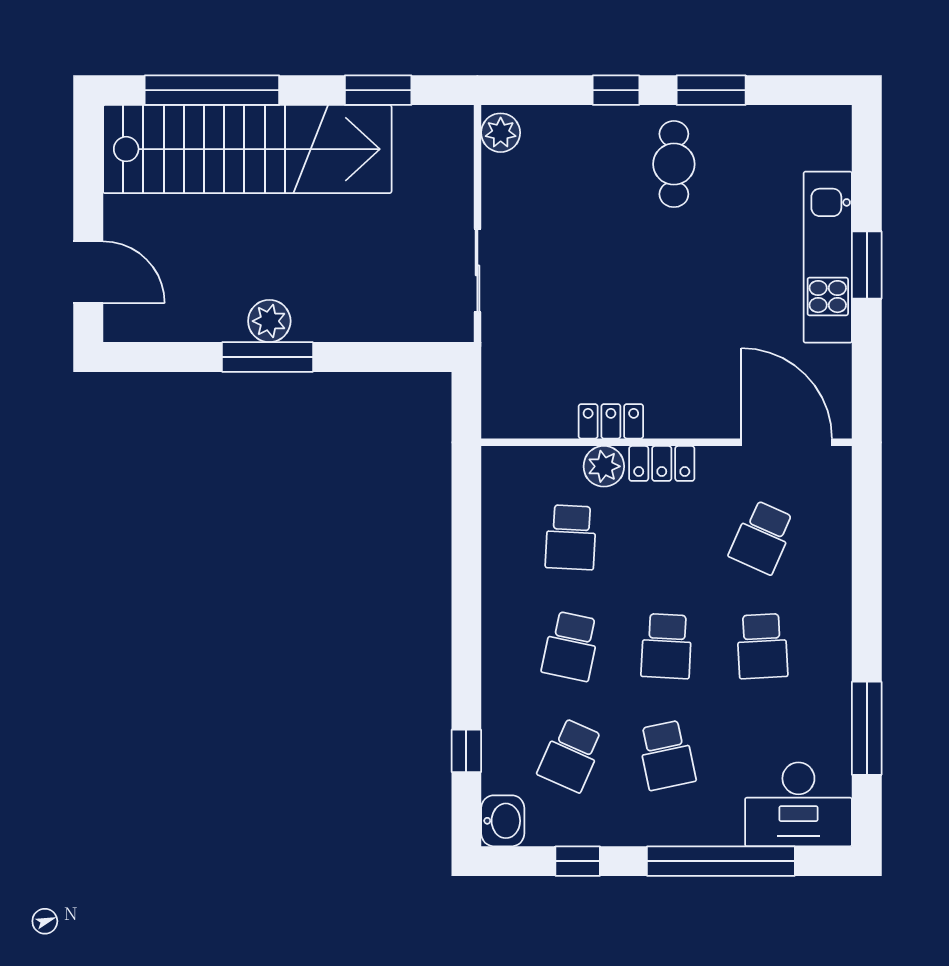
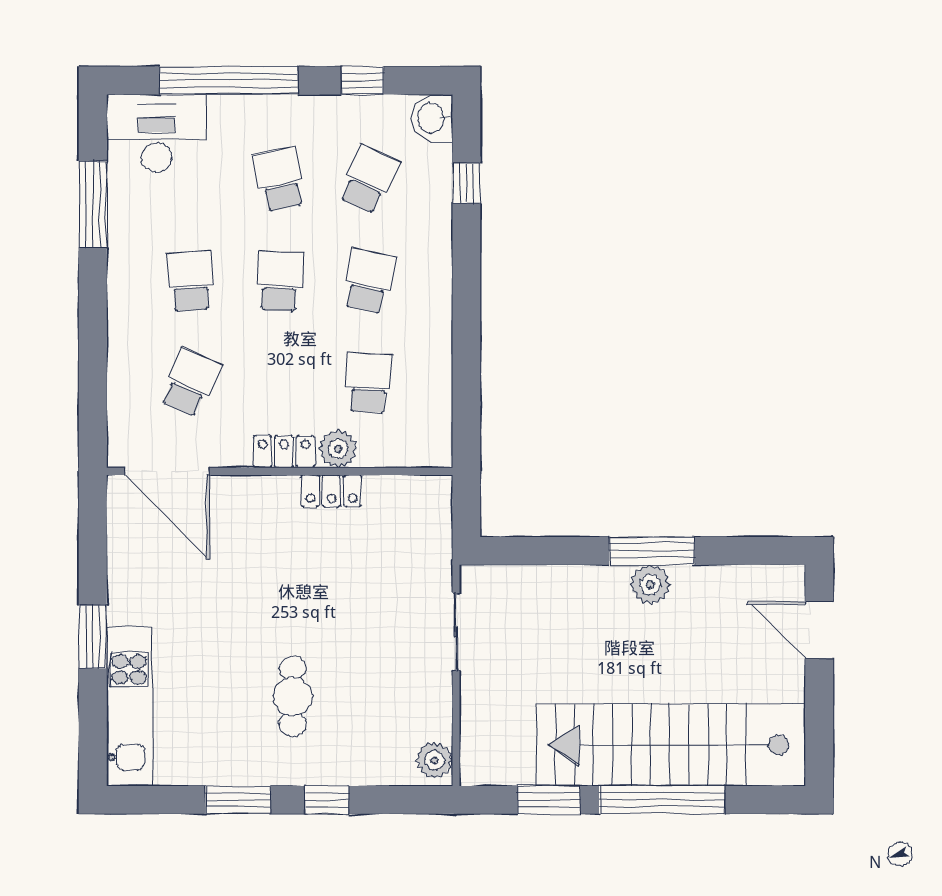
window: (212, 90) -> (662, 800), moved
cafe table: (674, 164) -> (293, 696), moved
kitchen unit: (828, 257) -> (129, 706), moved

